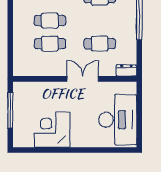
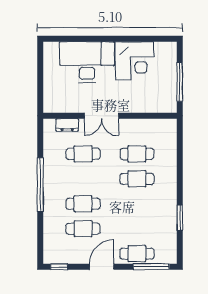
dresser: (126, 70) -> (67, 125), moved
desk: (118, 120) -> (87, 62), moved, turned 90

